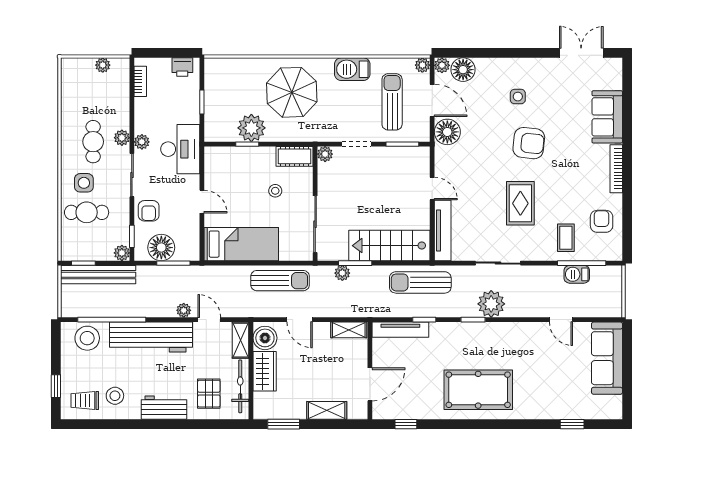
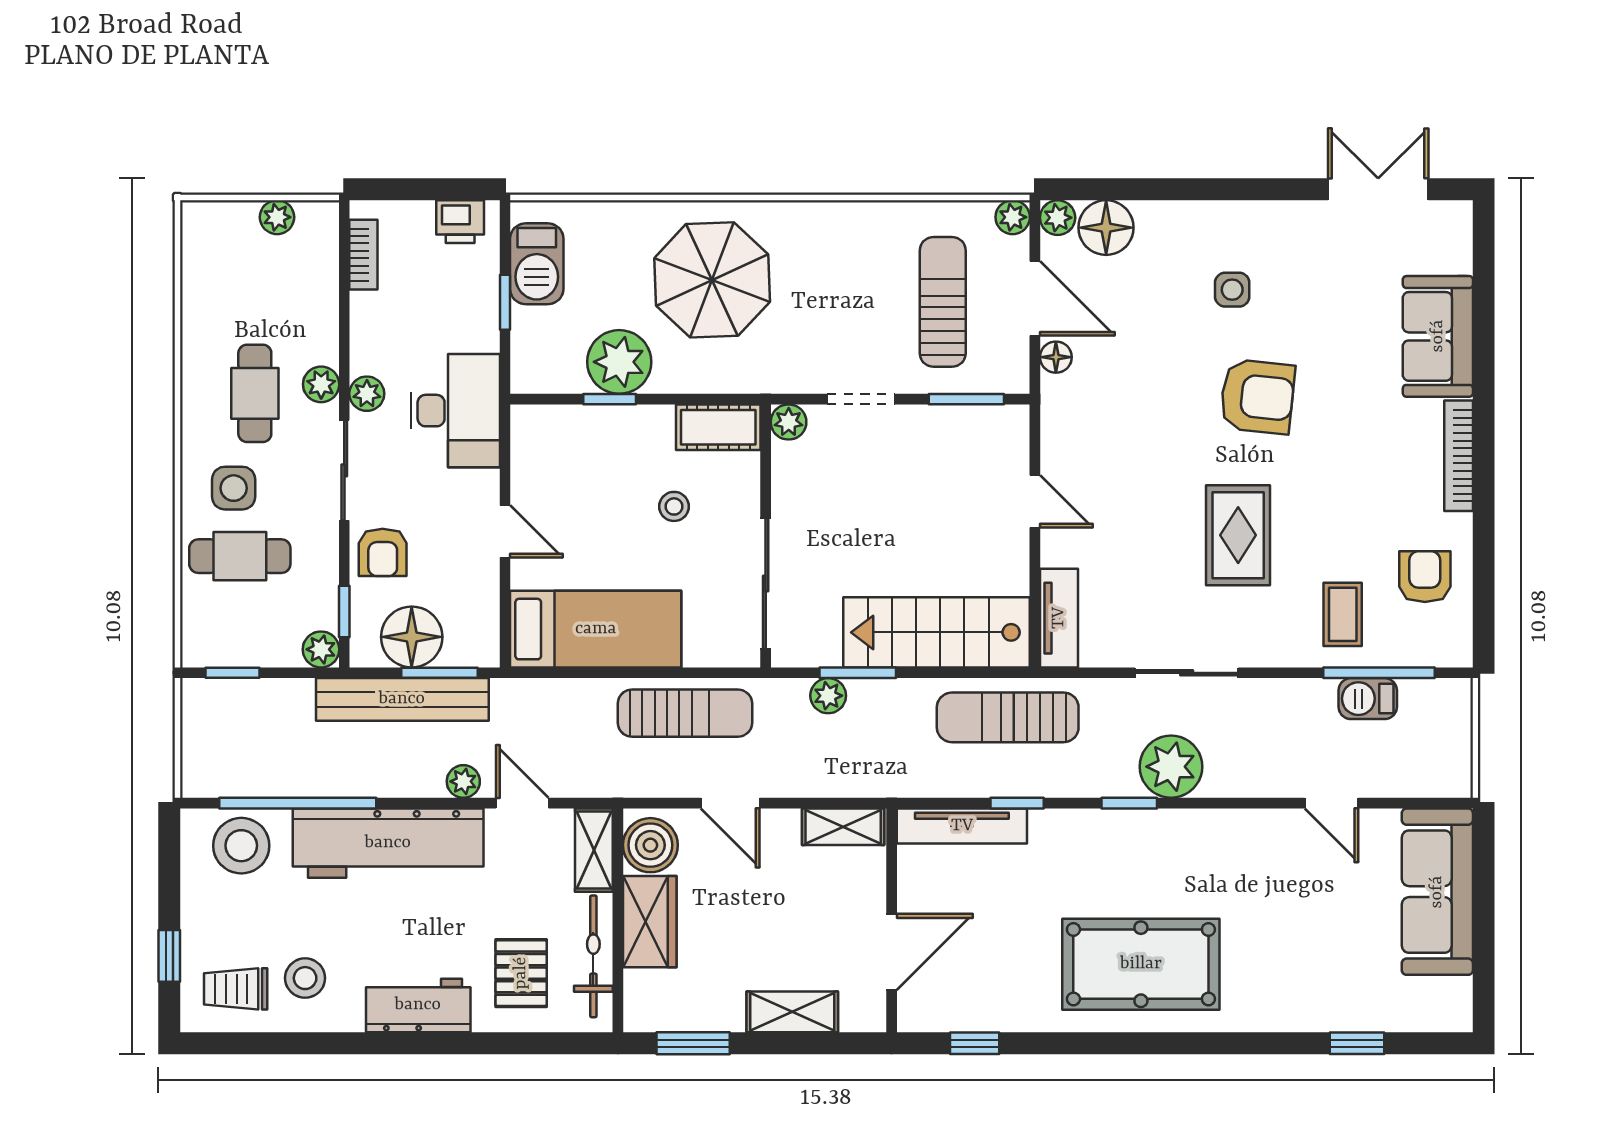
barbecue: (352, 69) -> (537, 264), moved, turned -90
floor lamp: (447, 132) -> (1056, 357), width x0.53, depth x0.53
tv unit: (443, 231) -> (1059, 618), width x0.71
bench: (98, 275) -> (402, 699), moved

